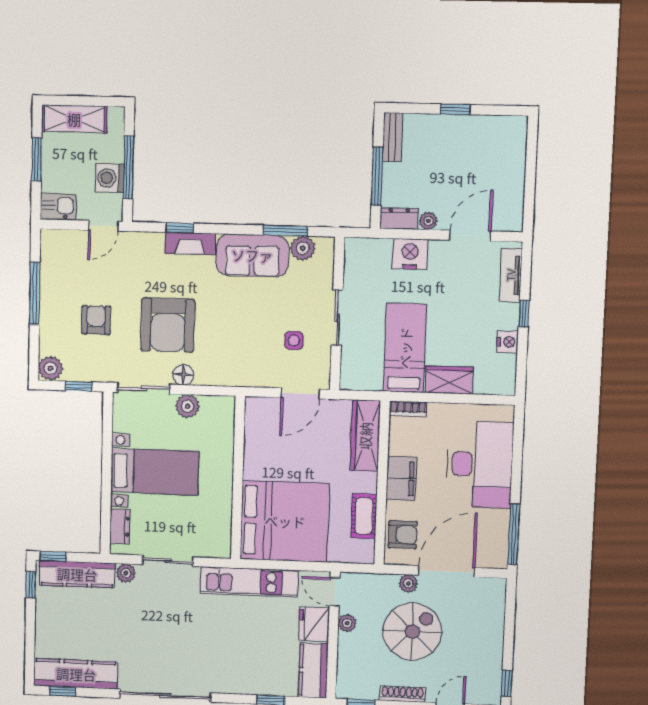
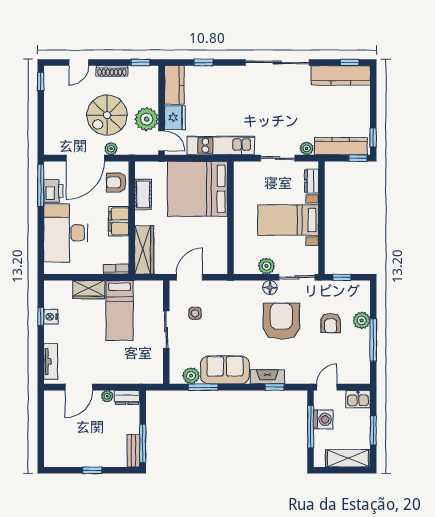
window: (377, 176) -> (143, 443), moved
nightstand: (410, 254) -> (119, 374), removed
window: (524, 314) -> (41, 316), moved
plant: (50, 368) -> (362, 320), moved
printer: (495, 526) -> (53, 191), added
plant: (347, 623) -> (147, 119), width x1.88, depth x1.88

